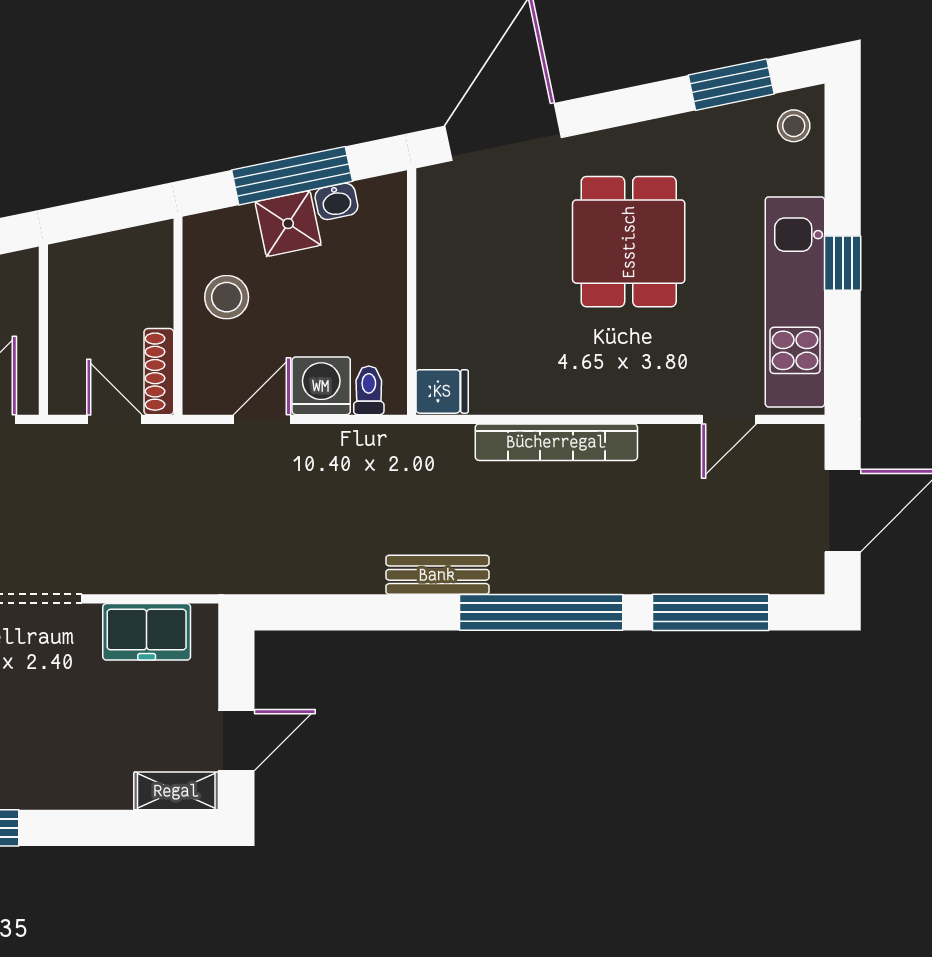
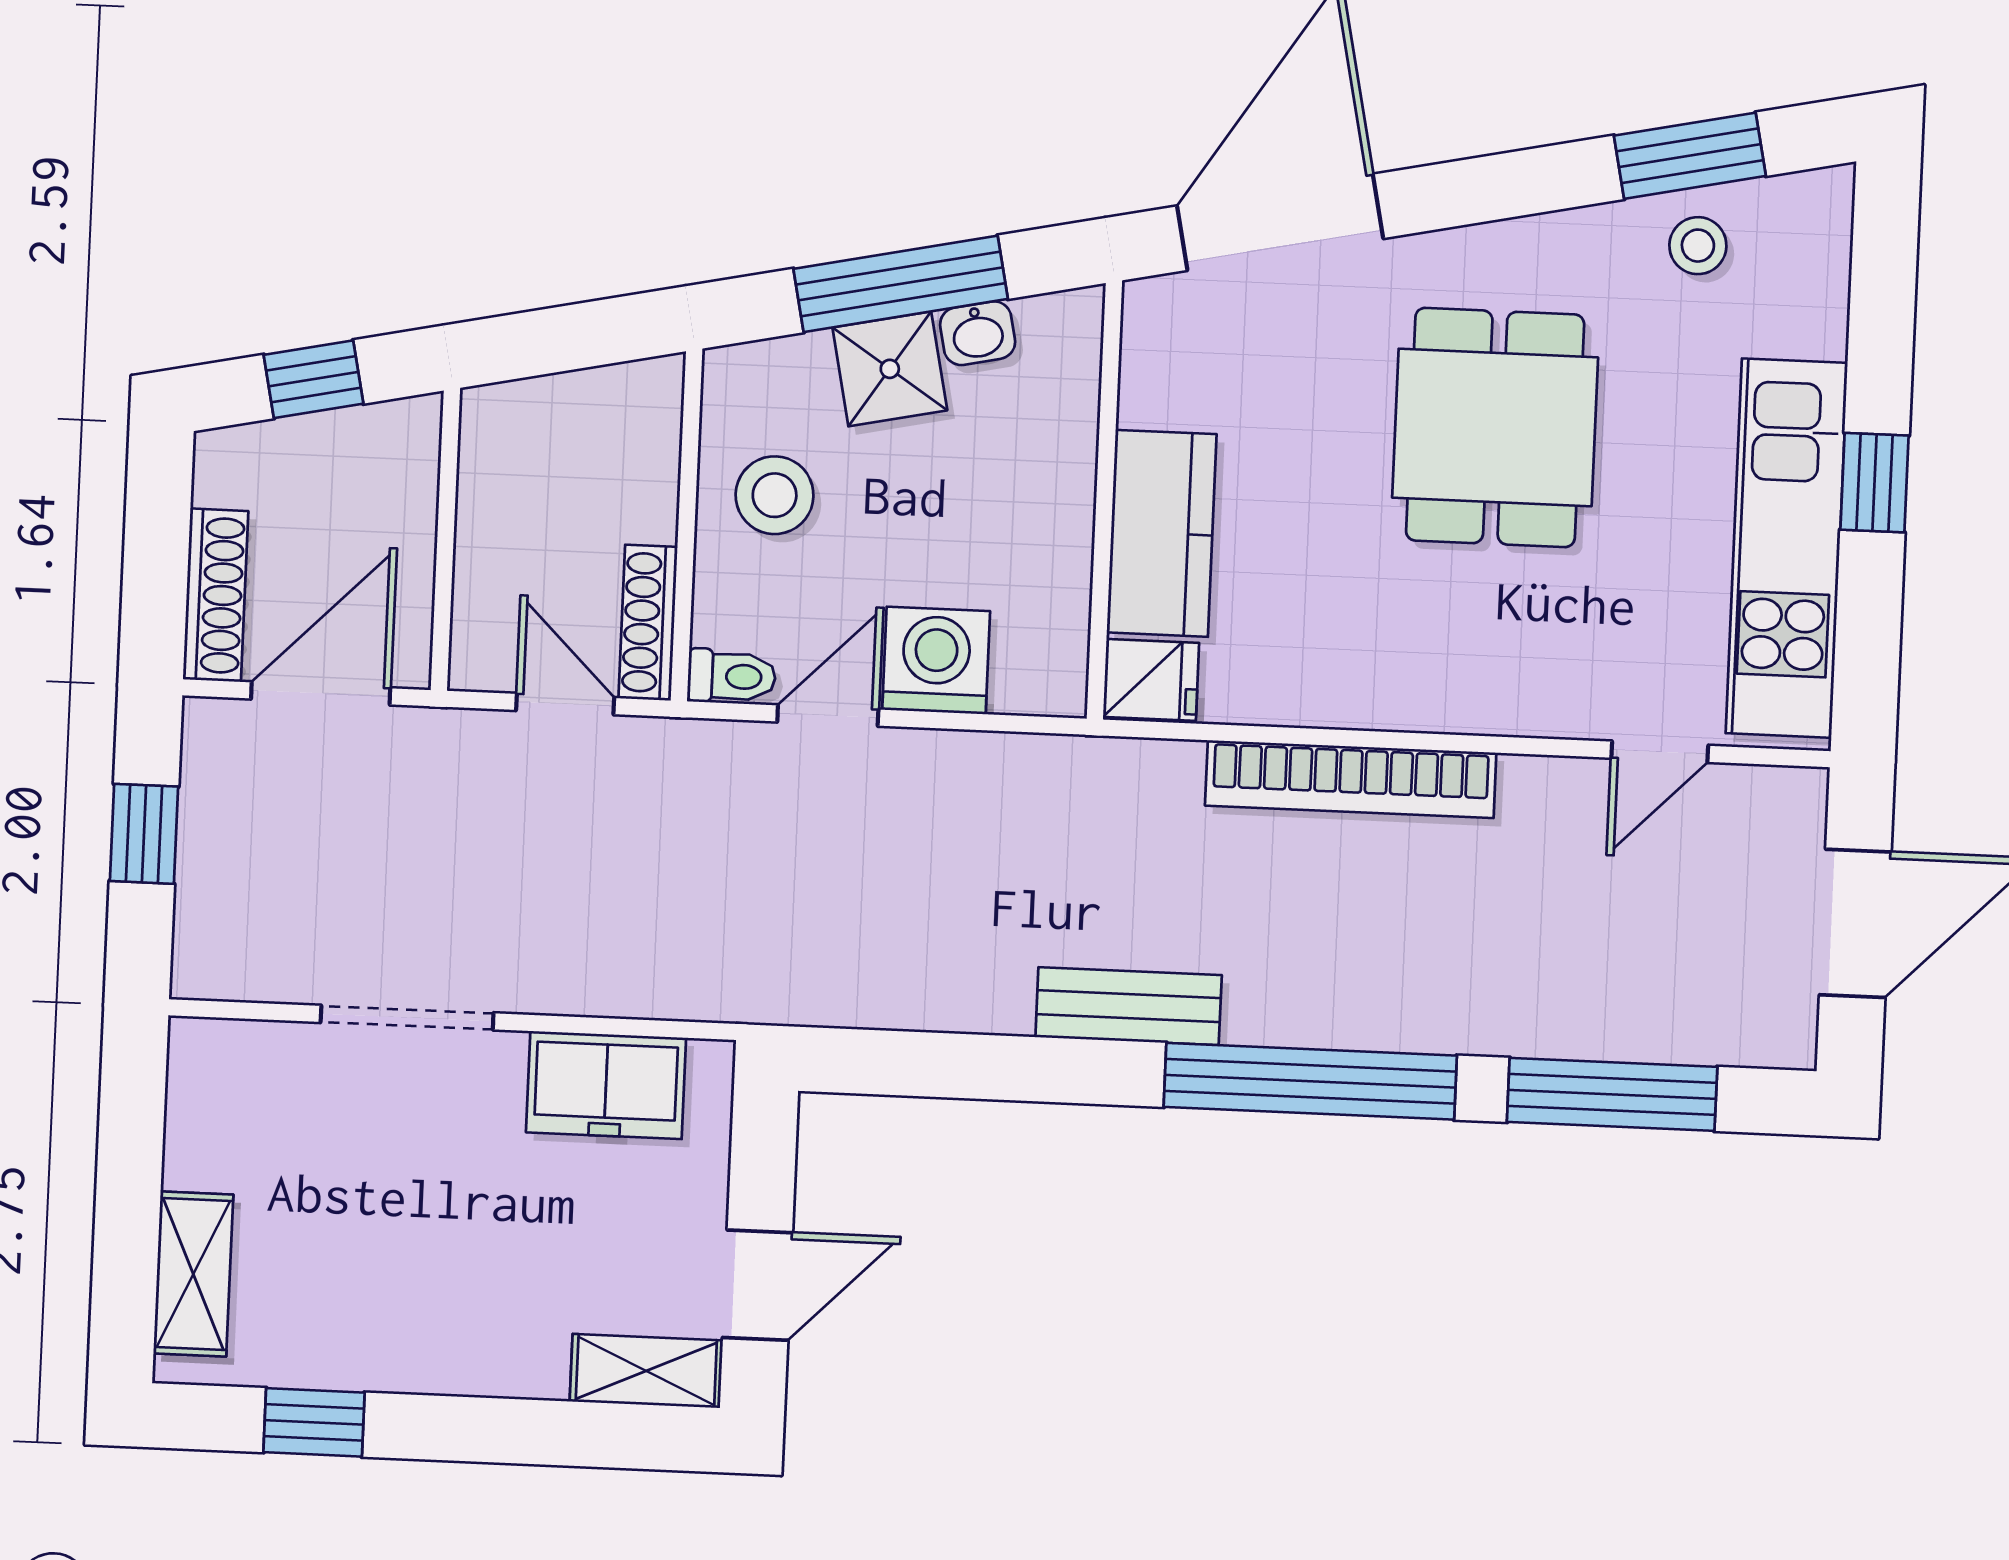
stool: (794, 126) -> (1698, 246), moved
kitchen counter: (444, 309) -> (1162, 533), added
toilet: (369, 390) -> (732, 676), moved, turned 90

